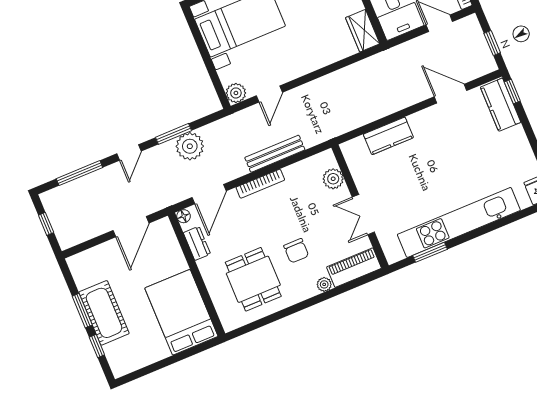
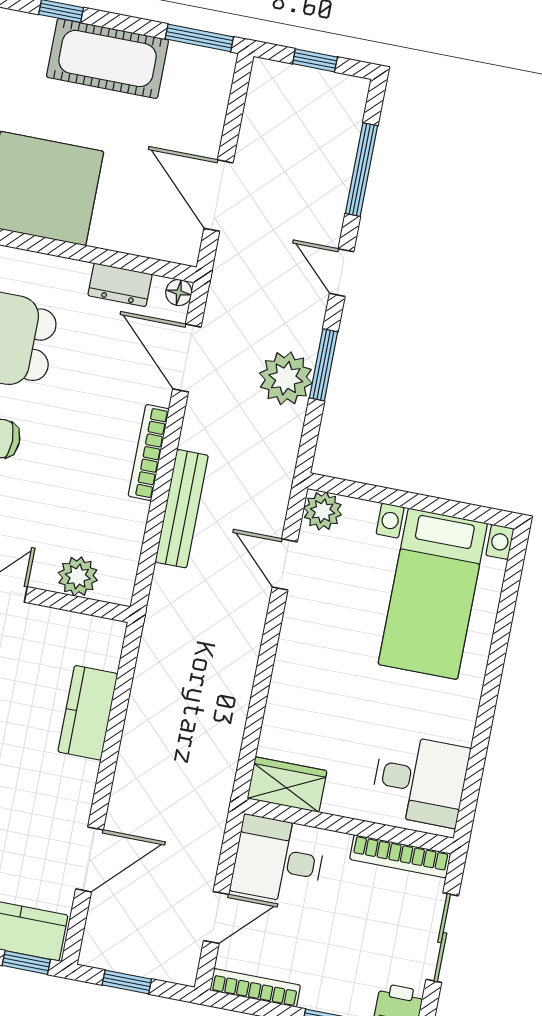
window: (82, 311) -> (199, 38), moved

